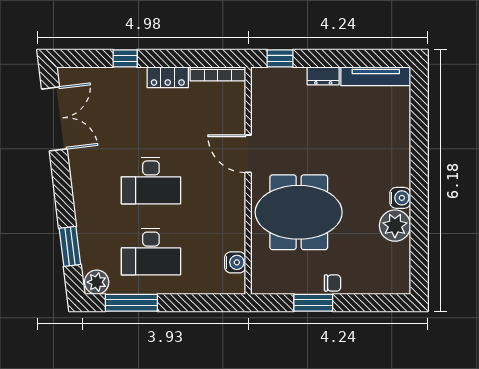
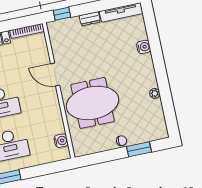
water cooler: (400, 198) -> (144, 47), moved
plant: (395, 226) -> (155, 93), width x0.53, depth x0.53
window: (313, 303) -> (139, 149), moved

